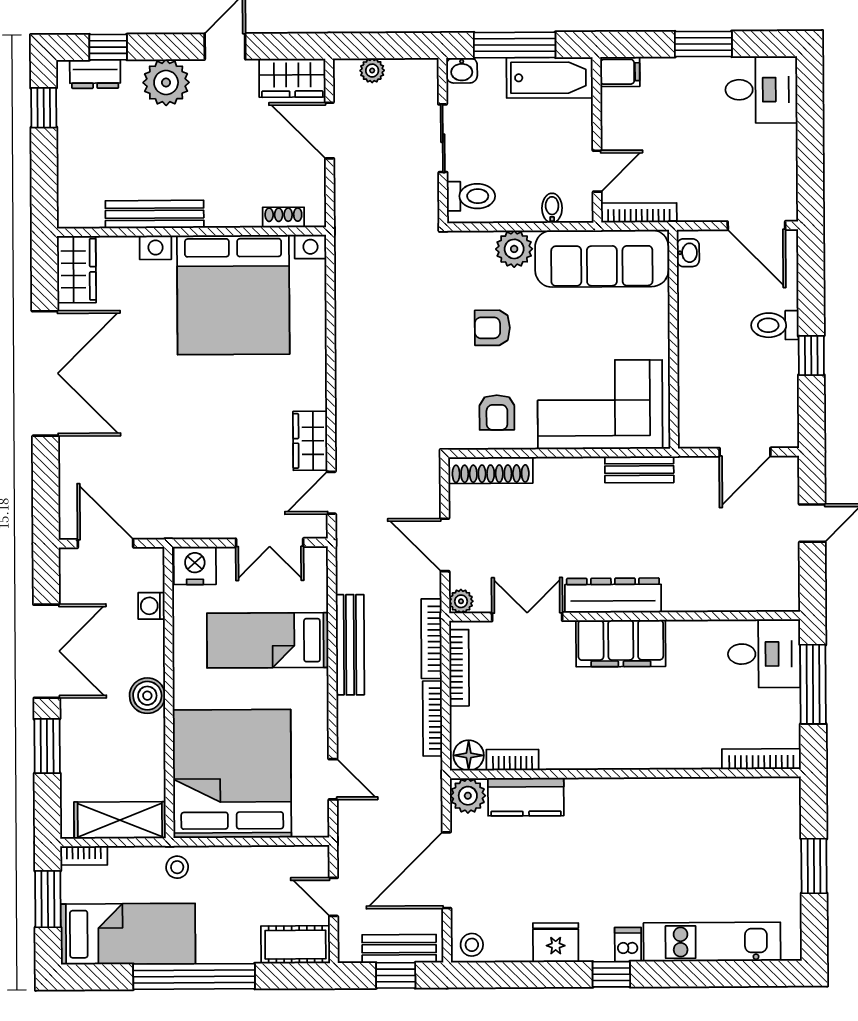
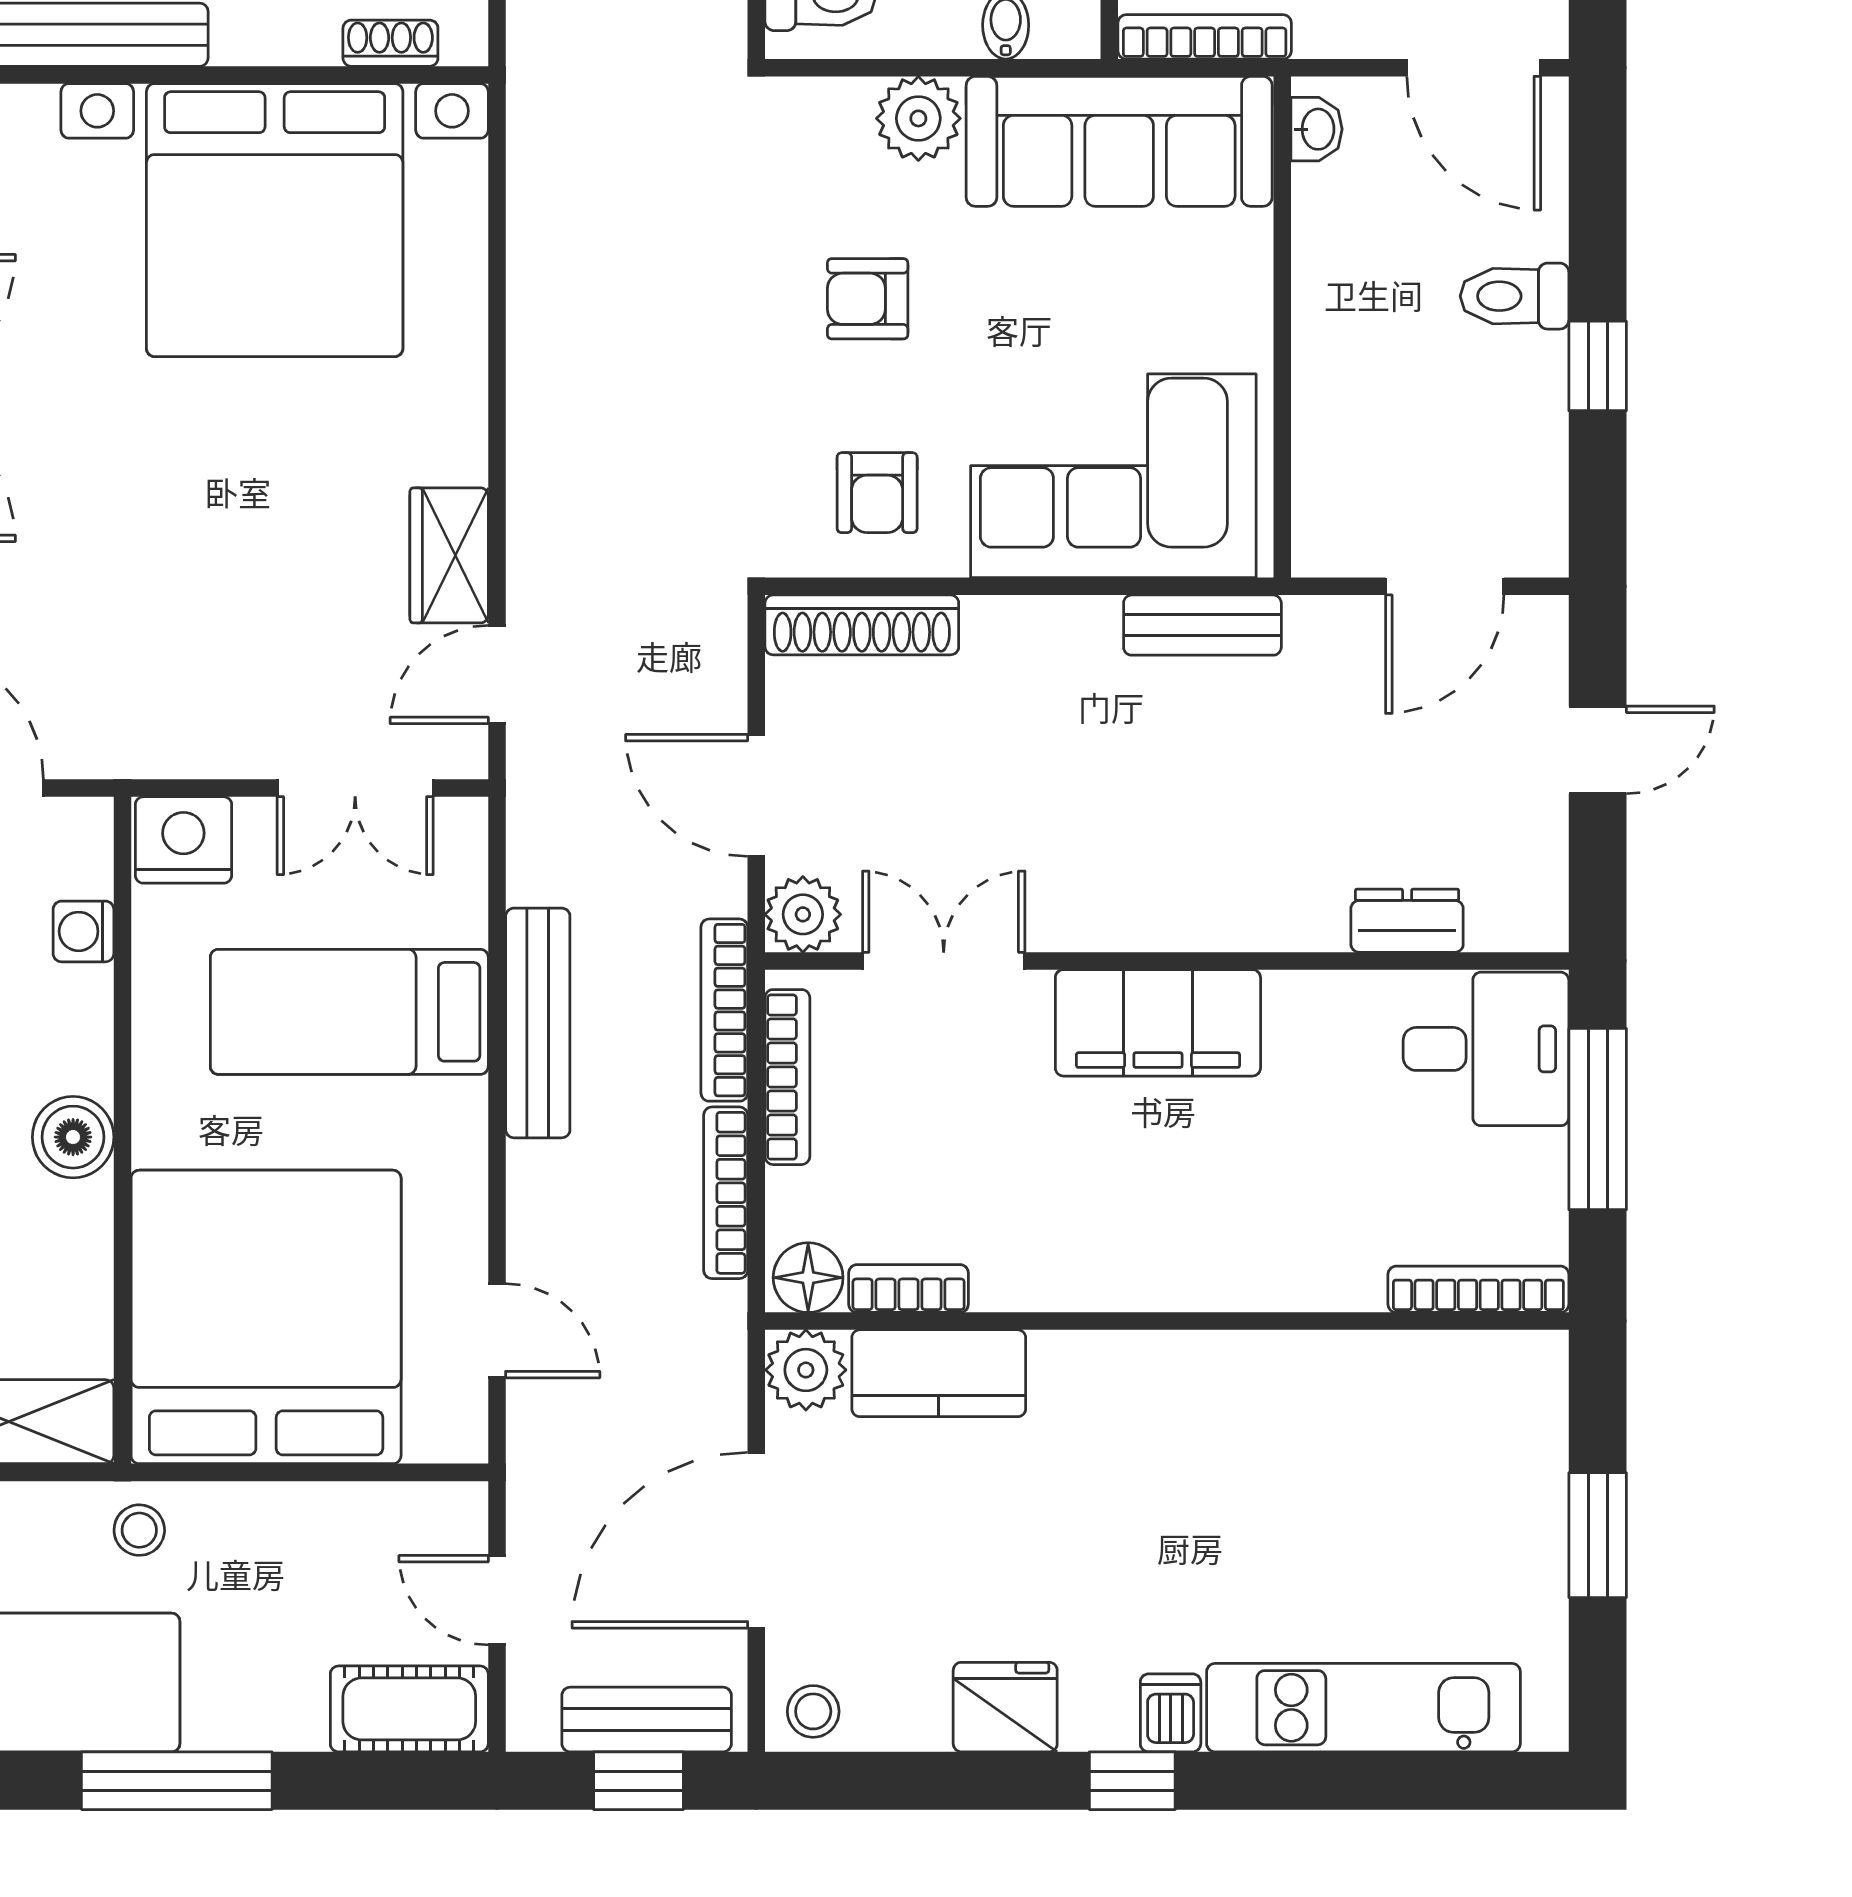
dresser: (613, 595) -> (1407, 921), moved, width x0.51, depth x0.80
plant: (461, 601) -> (803, 914), width x1.38, depth x1.38
window: (194, 976) -> (177, 1781), width x0.68

